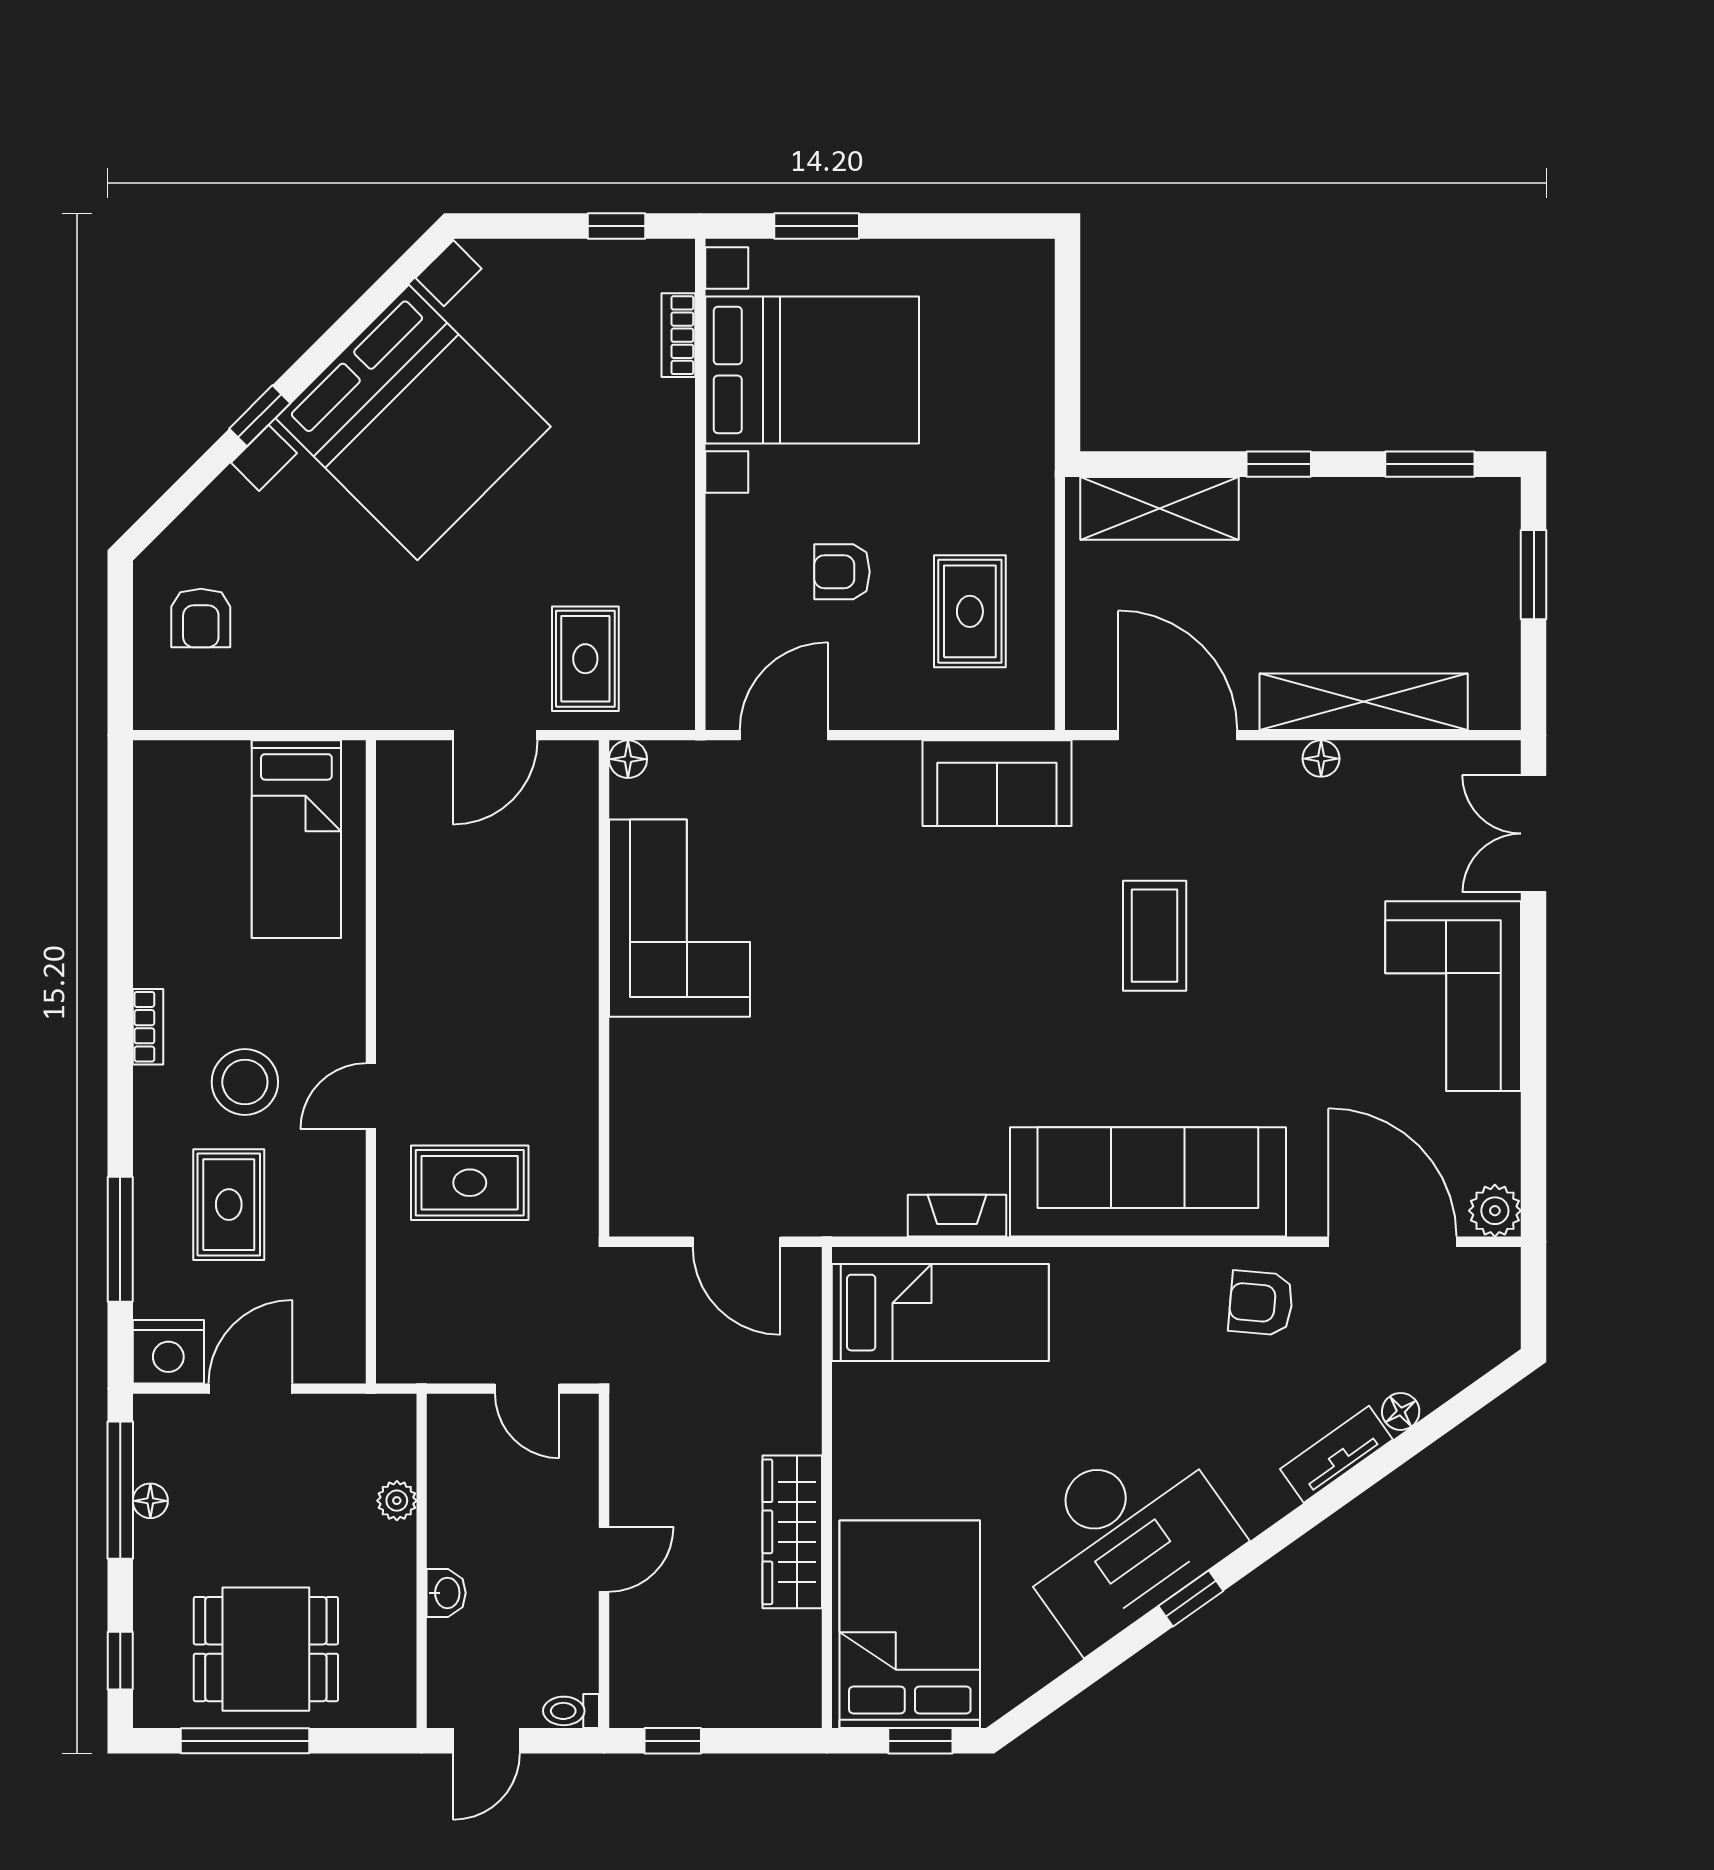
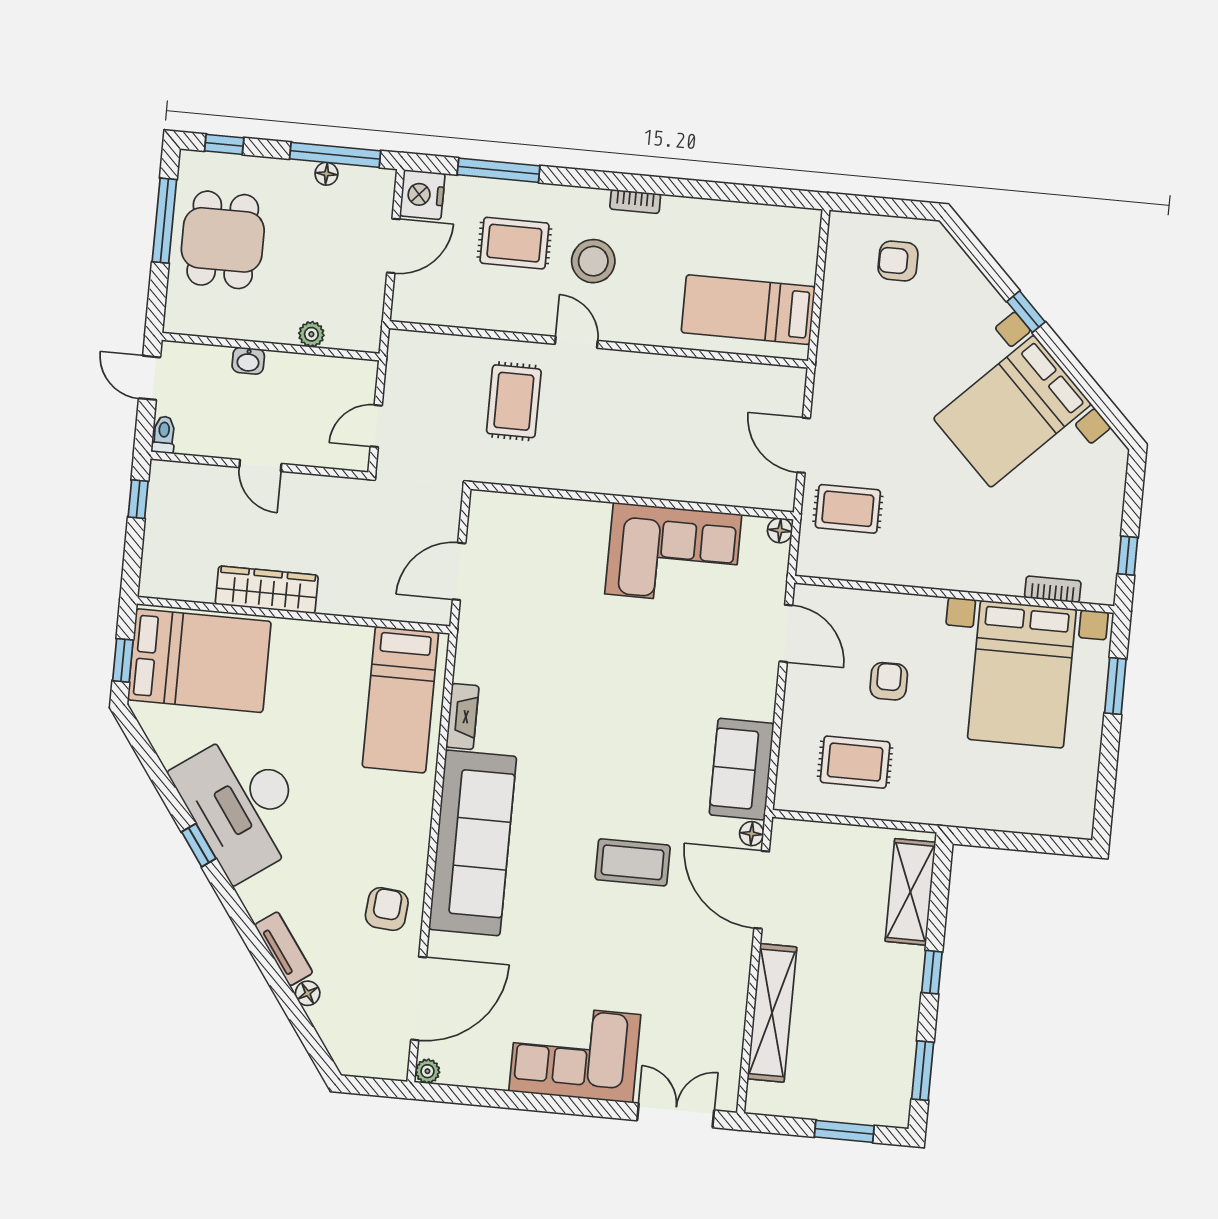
bed with nightstands: (413, 422) -> (1012, 411), width x0.73
door: (1178, 735) -> (762, 890), swing flipped
floor lamp: (1321, 759) -> (752, 834), moved
plant: (1495, 1211) -> (428, 1071), width x0.73, depth x0.73
door: (250, 1389) -> (393, 246), hinge flipped

